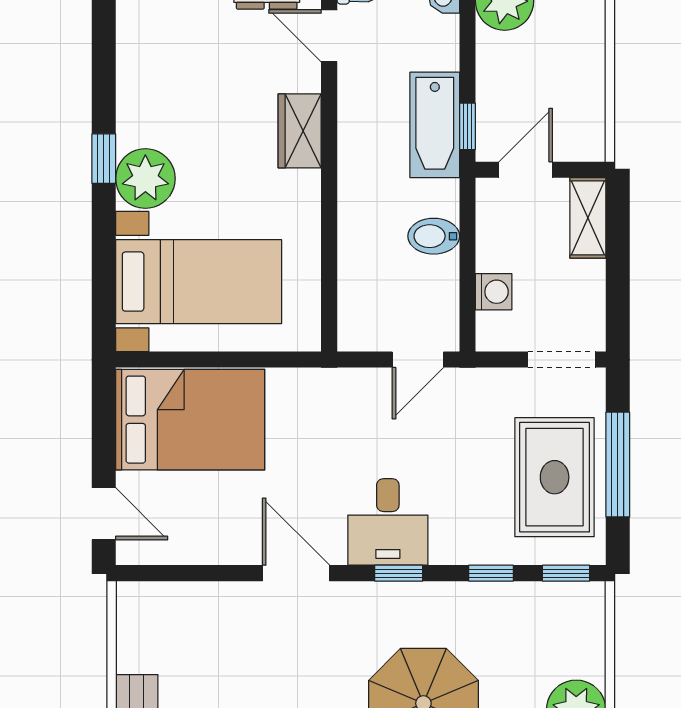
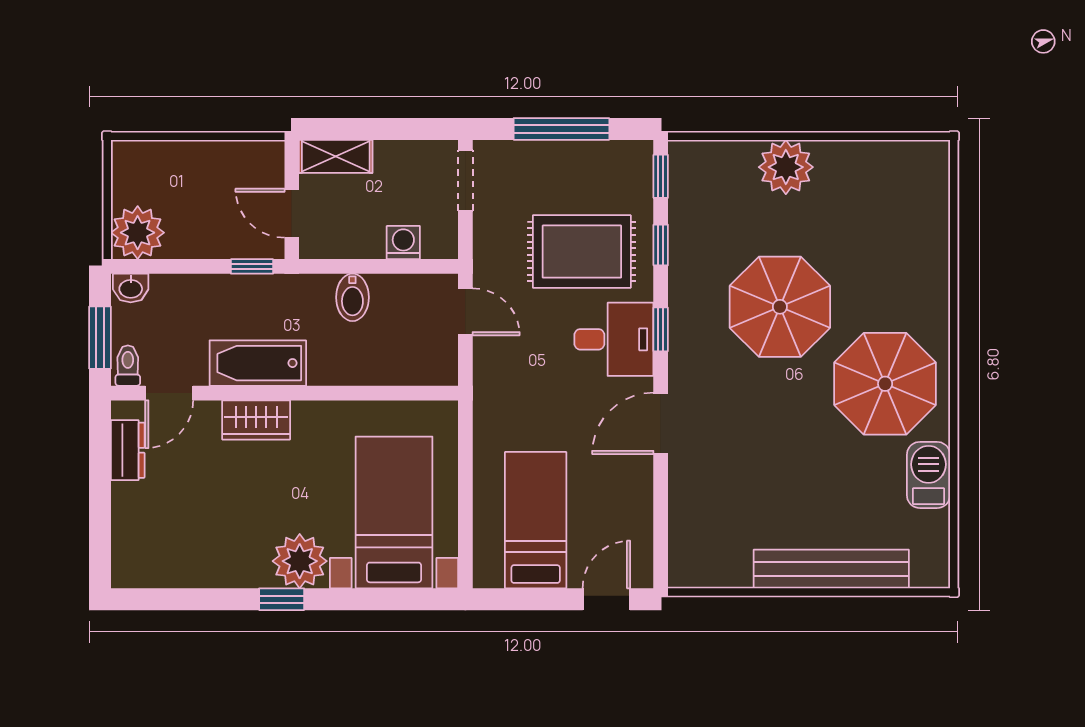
bathtub: (435, 125) -> (258, 363), moved, turned 180
bed: (190, 420) -> (536, 520), width x0.67
rug: (555, 477) -> (582, 252), moved

